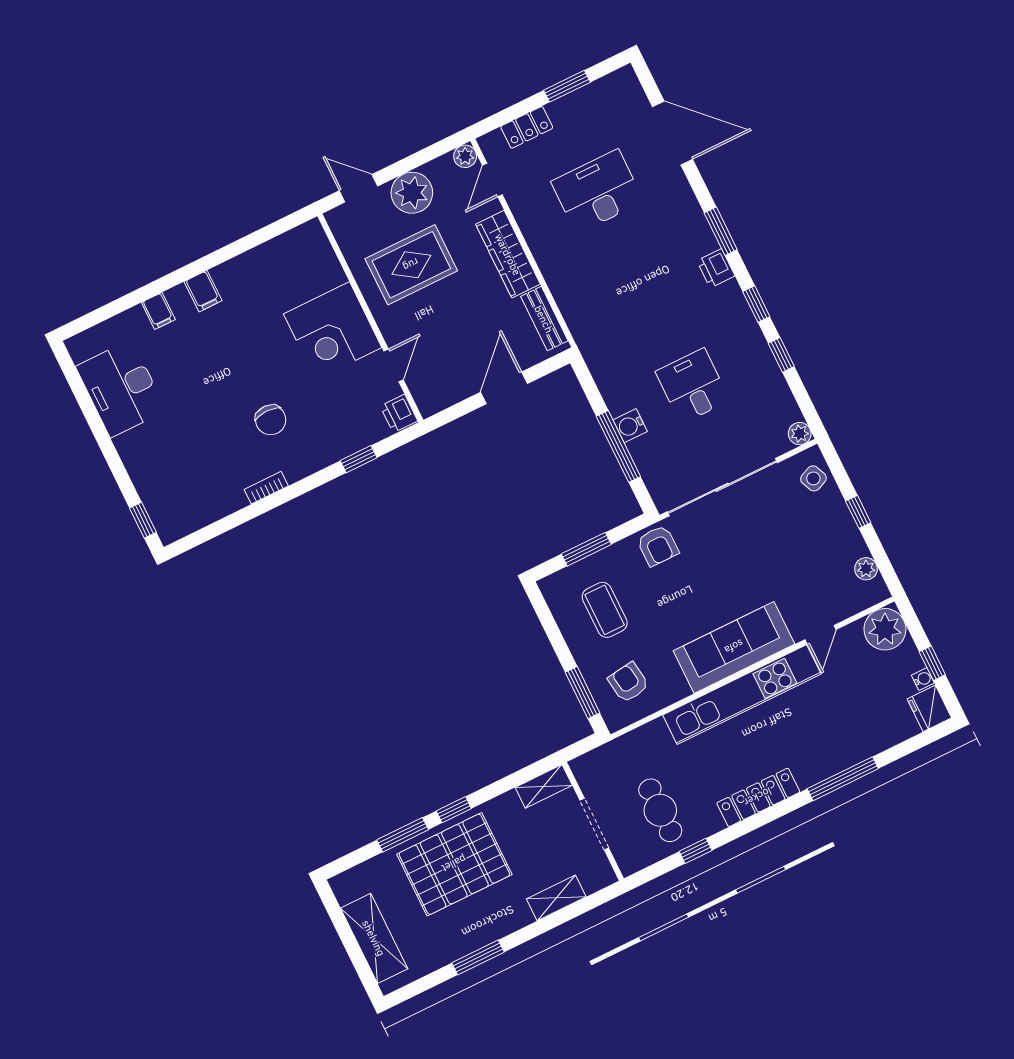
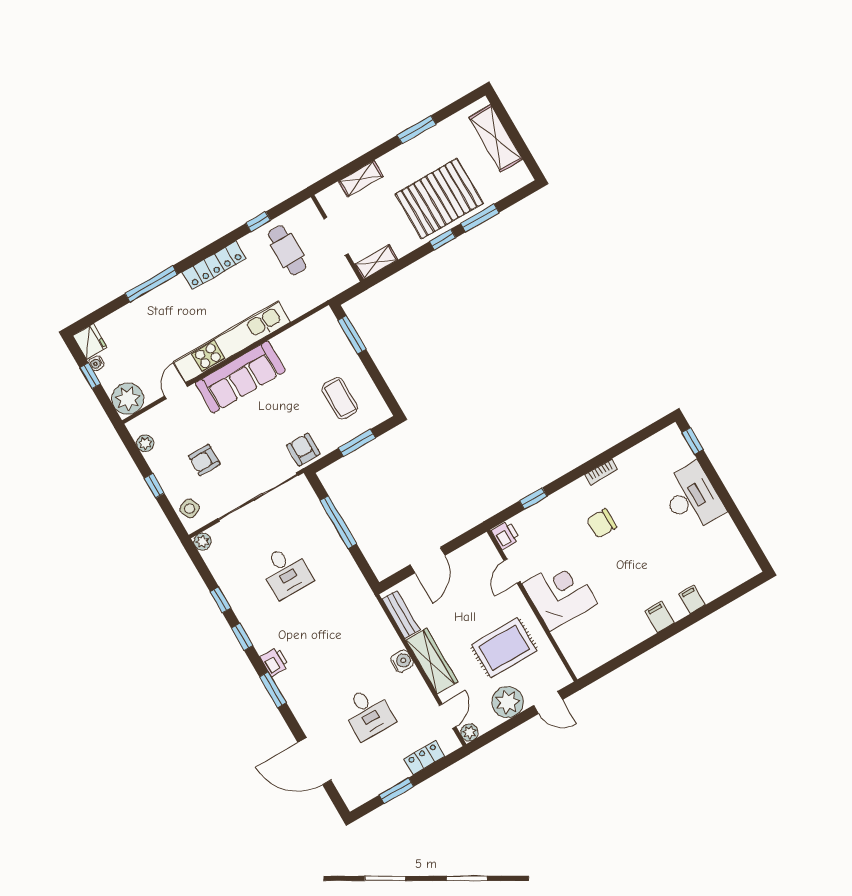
desk: (597, 192) -> (368, 713), width x0.73
desk: (121, 388) -> (692, 497), moved
chair: (271, 420) -> (602, 523), turned -90
water cooler: (630, 426) -> (402, 661), moved
armchair: (628, 682) -> (204, 460), moved, turned 98

